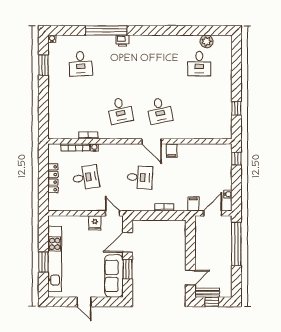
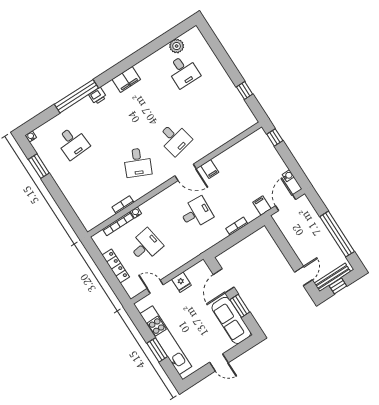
filing cabinet: (152, 42) -> (126, 79), added
desk: (120, 111) -> (138, 162), turned 36
door: (113, 213) -> (155, 287), moved
window: (236, 244) -> (337, 234), moved
bench: (207, 293) -> (332, 277), width x1.36

